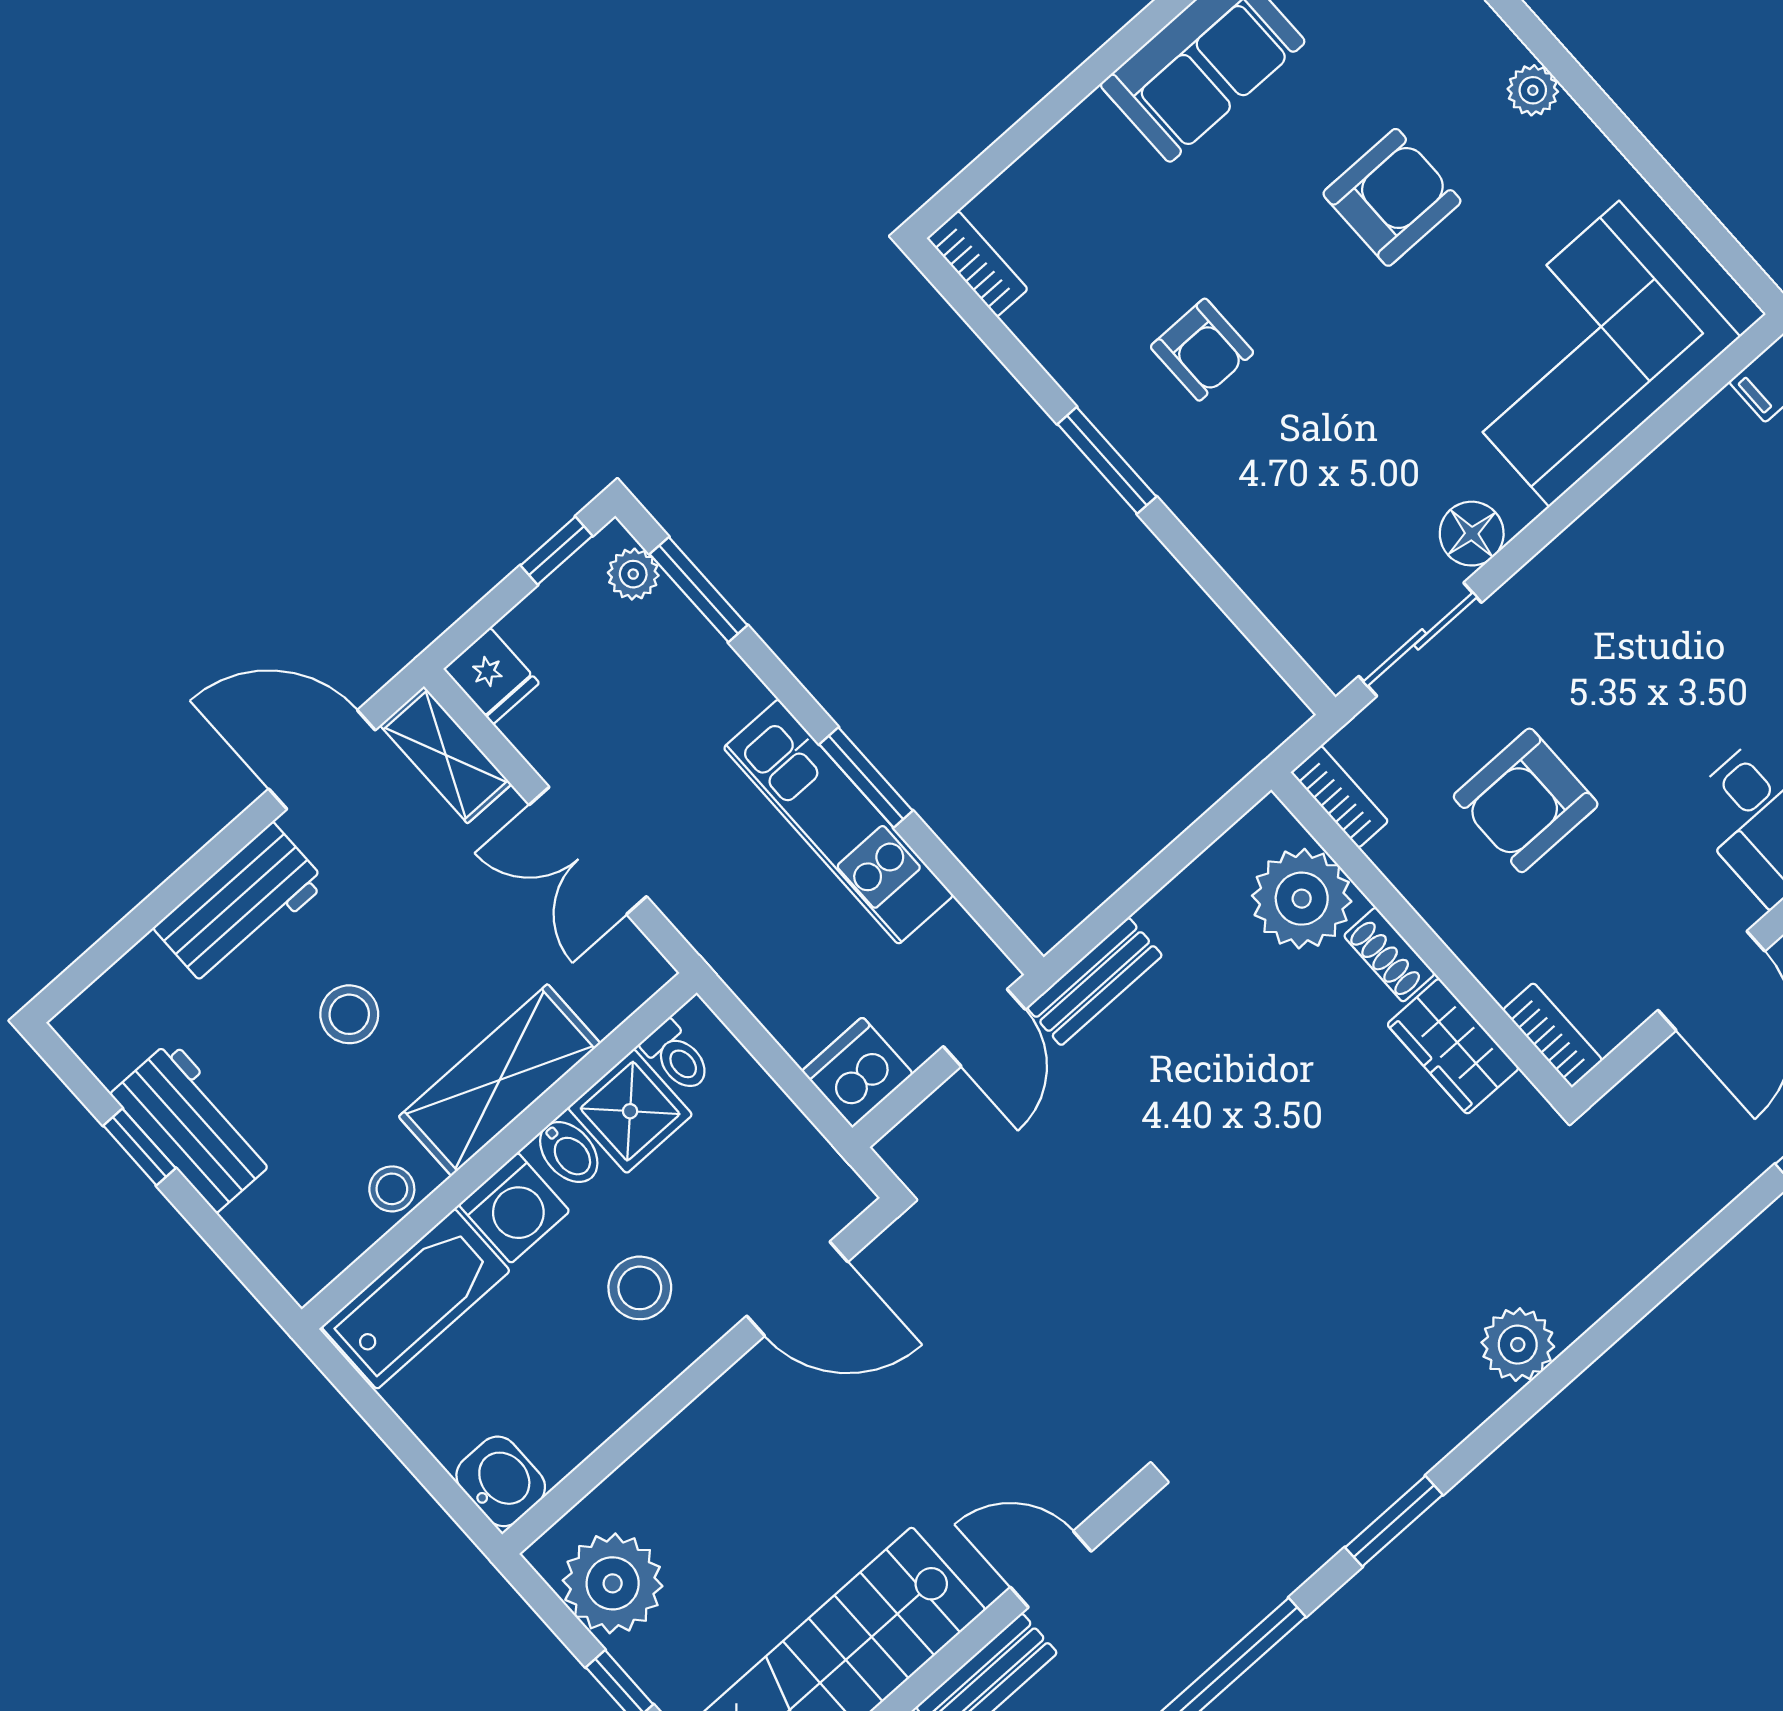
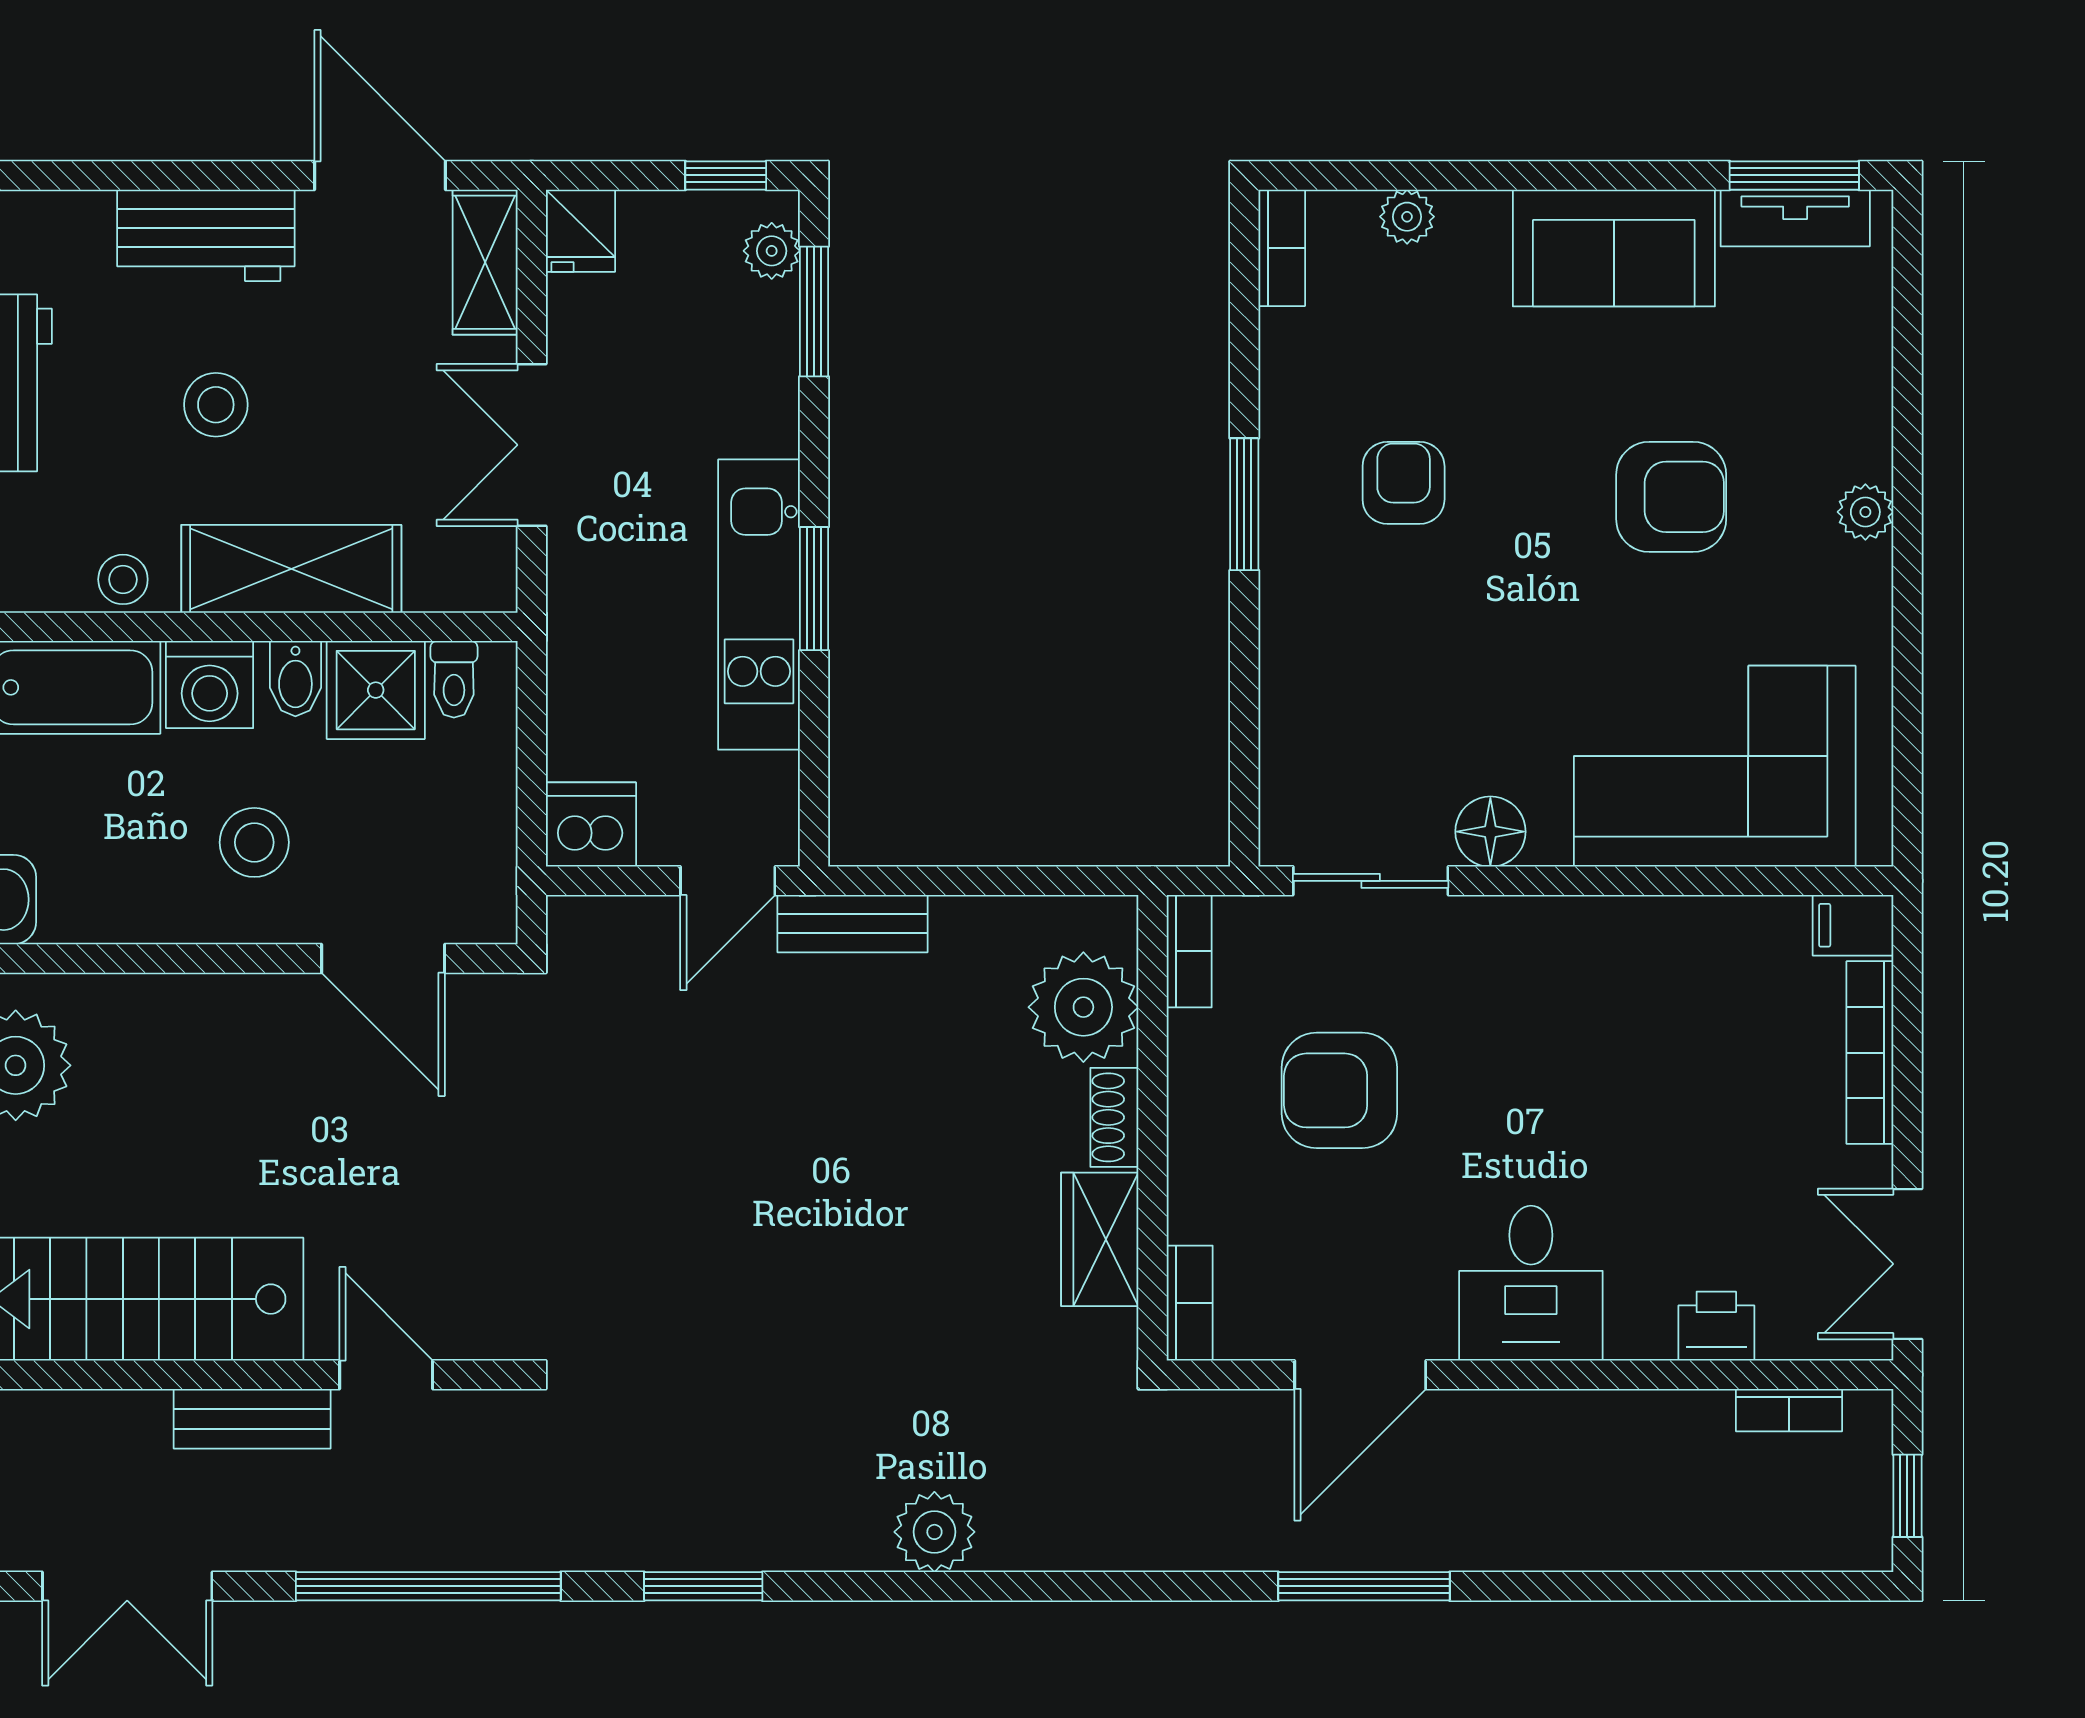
plant: (1044, 167) -> (1407, 217), added
armchair: (1202, 350) -> (1404, 483), turned 180

